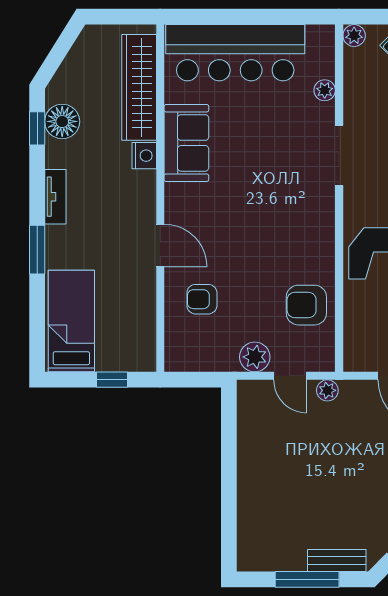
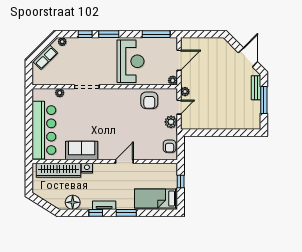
plant: (354, 36) -> (173, 80), moved
window: (37, 128) -> (96, 213), moved
armchair: (202, 299) -> (170, 146), moved

